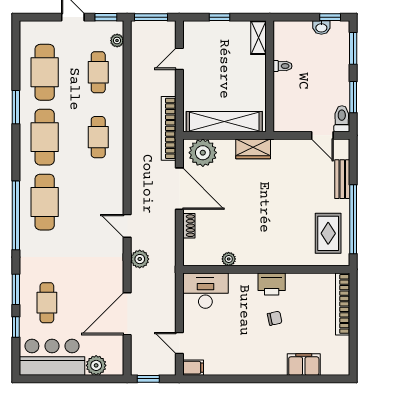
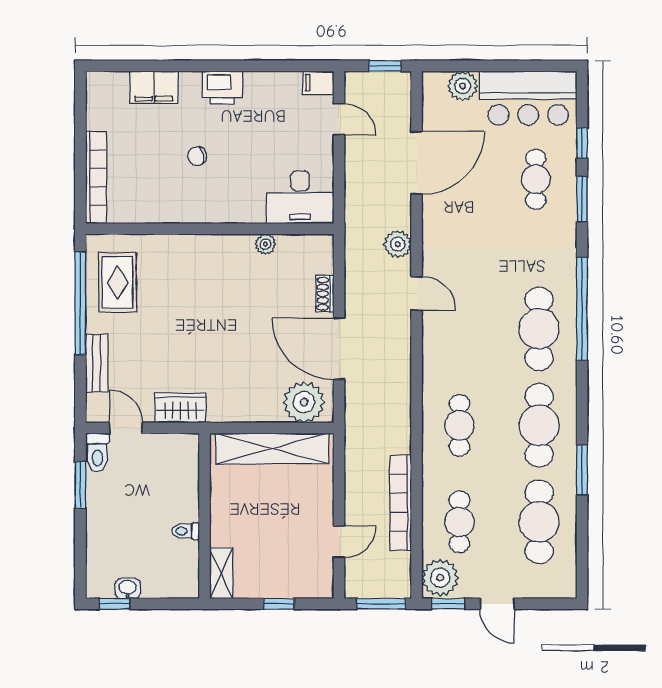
plant: (117, 41) -> (440, 578), width x1.87, depth x1.87
window: (353, 48) -> (80, 557), removed
bookcase: (169, 128) -> (401, 503), moved, turned 180
wardrobe: (253, 149) -> (180, 408), moved
printer: (272, 284) -> (222, 88), moved, turned 180

